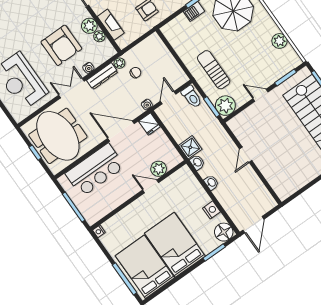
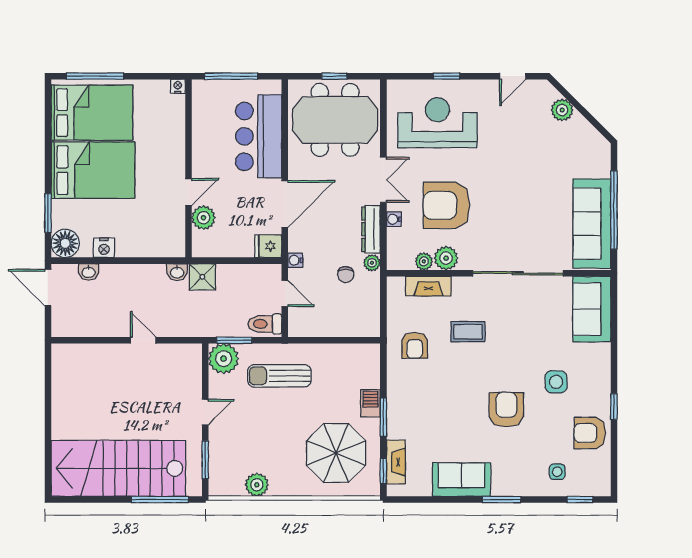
sun lounger: (214, 70) -> (279, 376), turned 180
washbasin: (211, 183) -> (89, 272), moved

